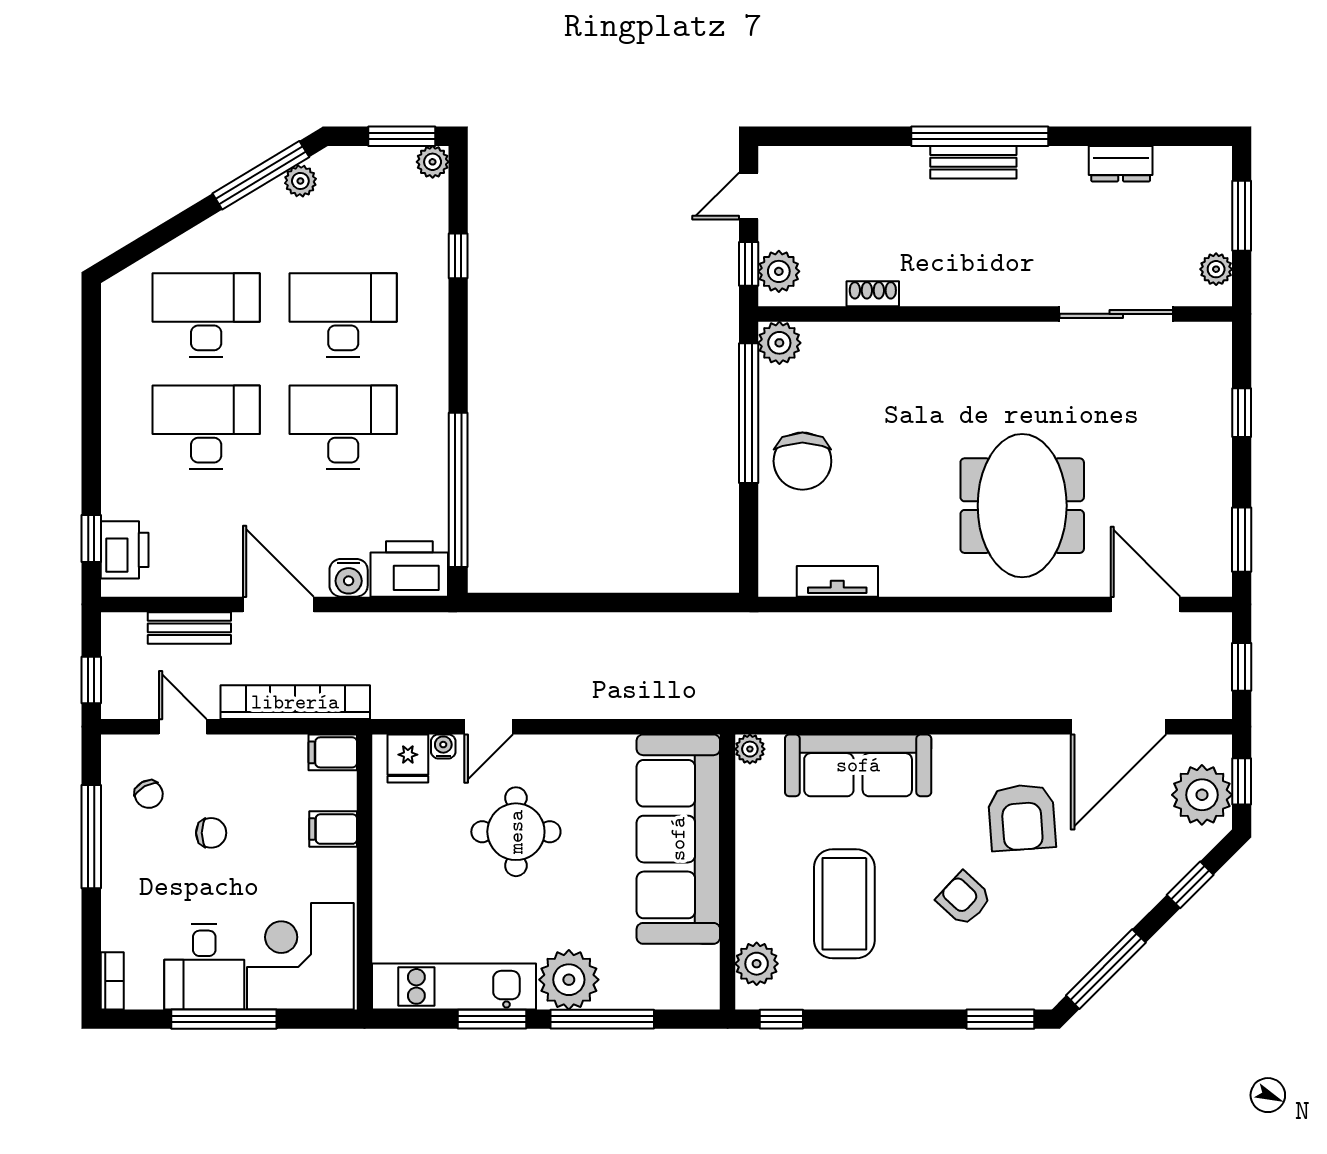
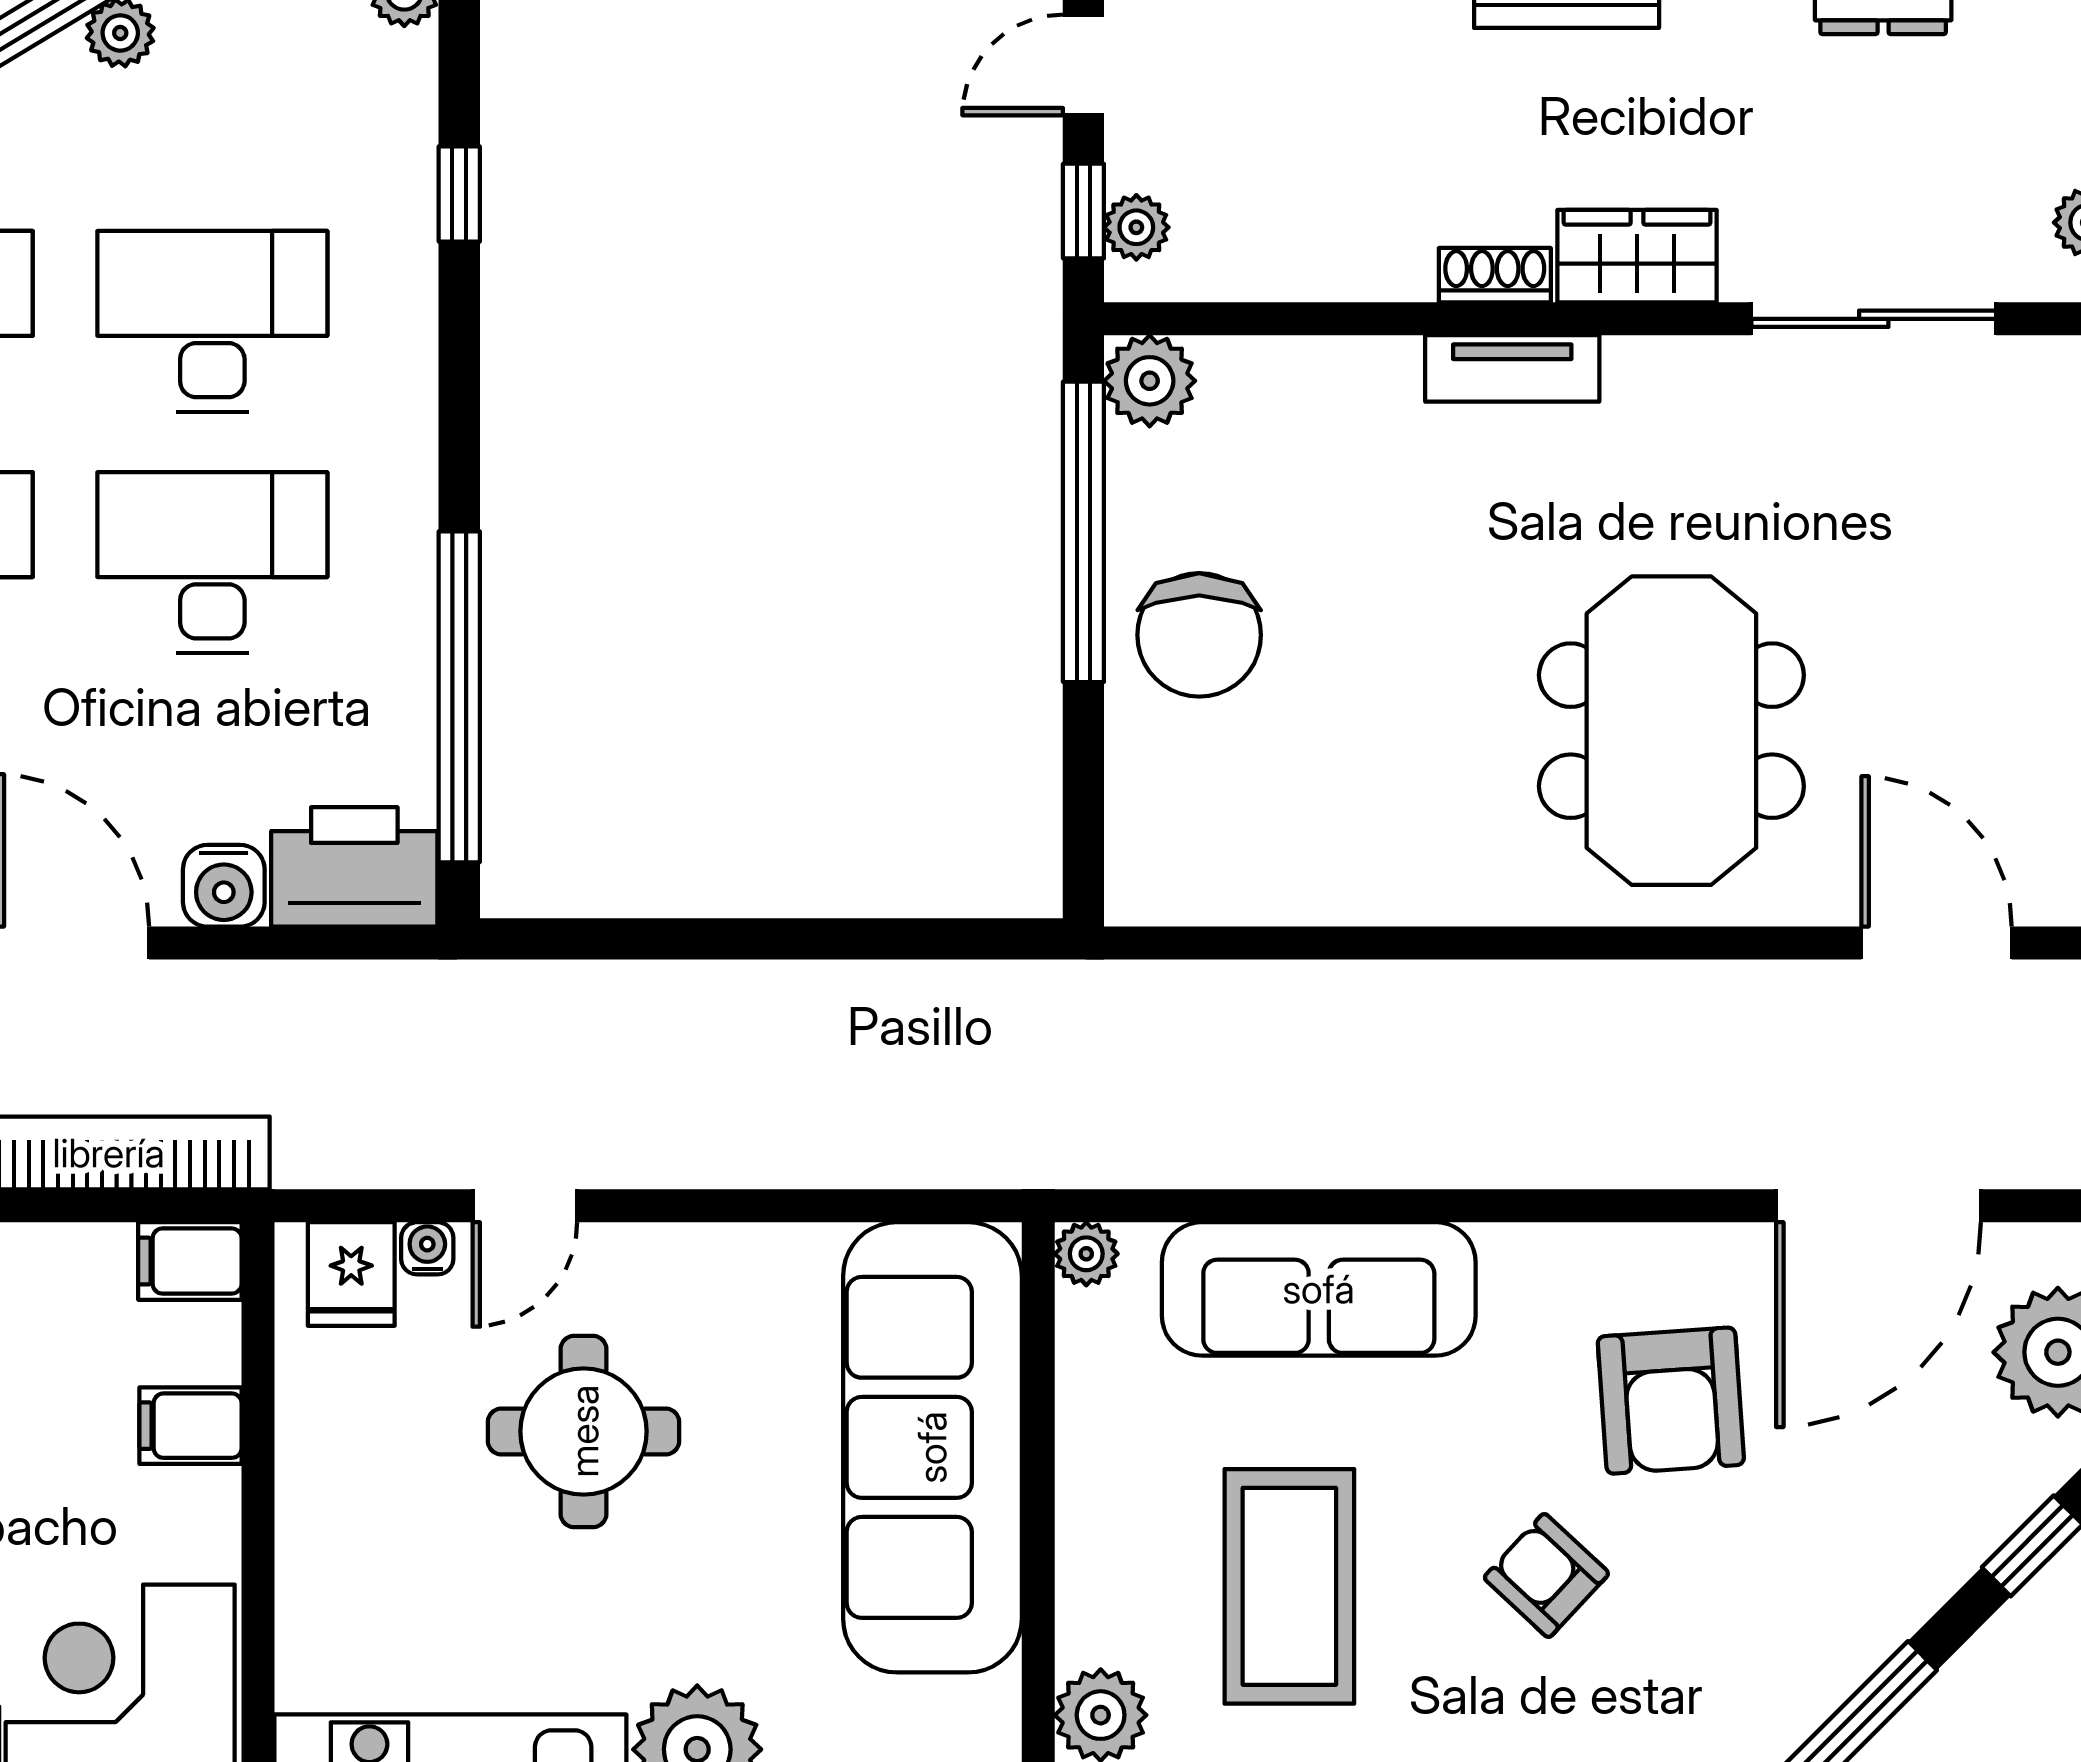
plant: (779, 271) -> (1136, 227), width x0.73, depth x0.73
wardrobe: (1006, 285) -> (1637, 256), added
shoe rack: (873, 294) -> (1495, 275), moved
tv unit: (837, 581) -> (1512, 368), moved, turned 180

